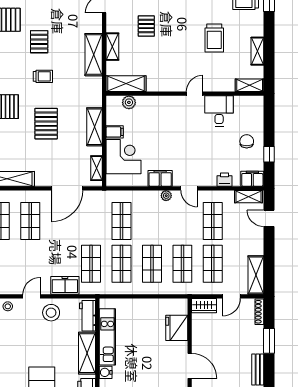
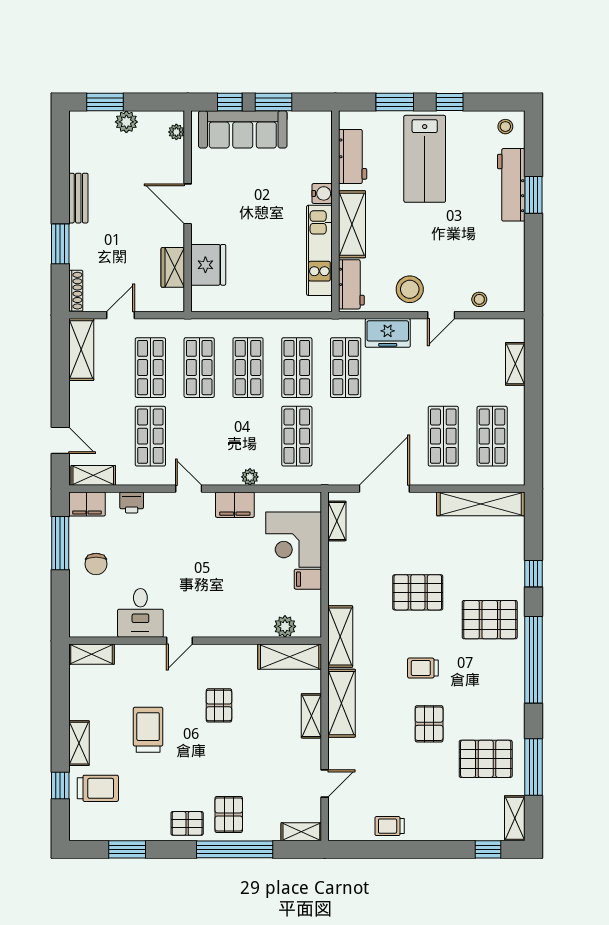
pallet: (146, 26) -> (219, 705), moved
shelving: (257, 51) -> (79, 743), moved
pallet: (46, 124) -> (418, 592), turned 90
shelving: (94, 127) -> (340, 637), moved
window: (269, 154) -> (60, 543), width x2.17
plant: (166, 196) -> (250, 477), moved
wardrobe: (204, 306) -> (173, 267), moved, turned -90

